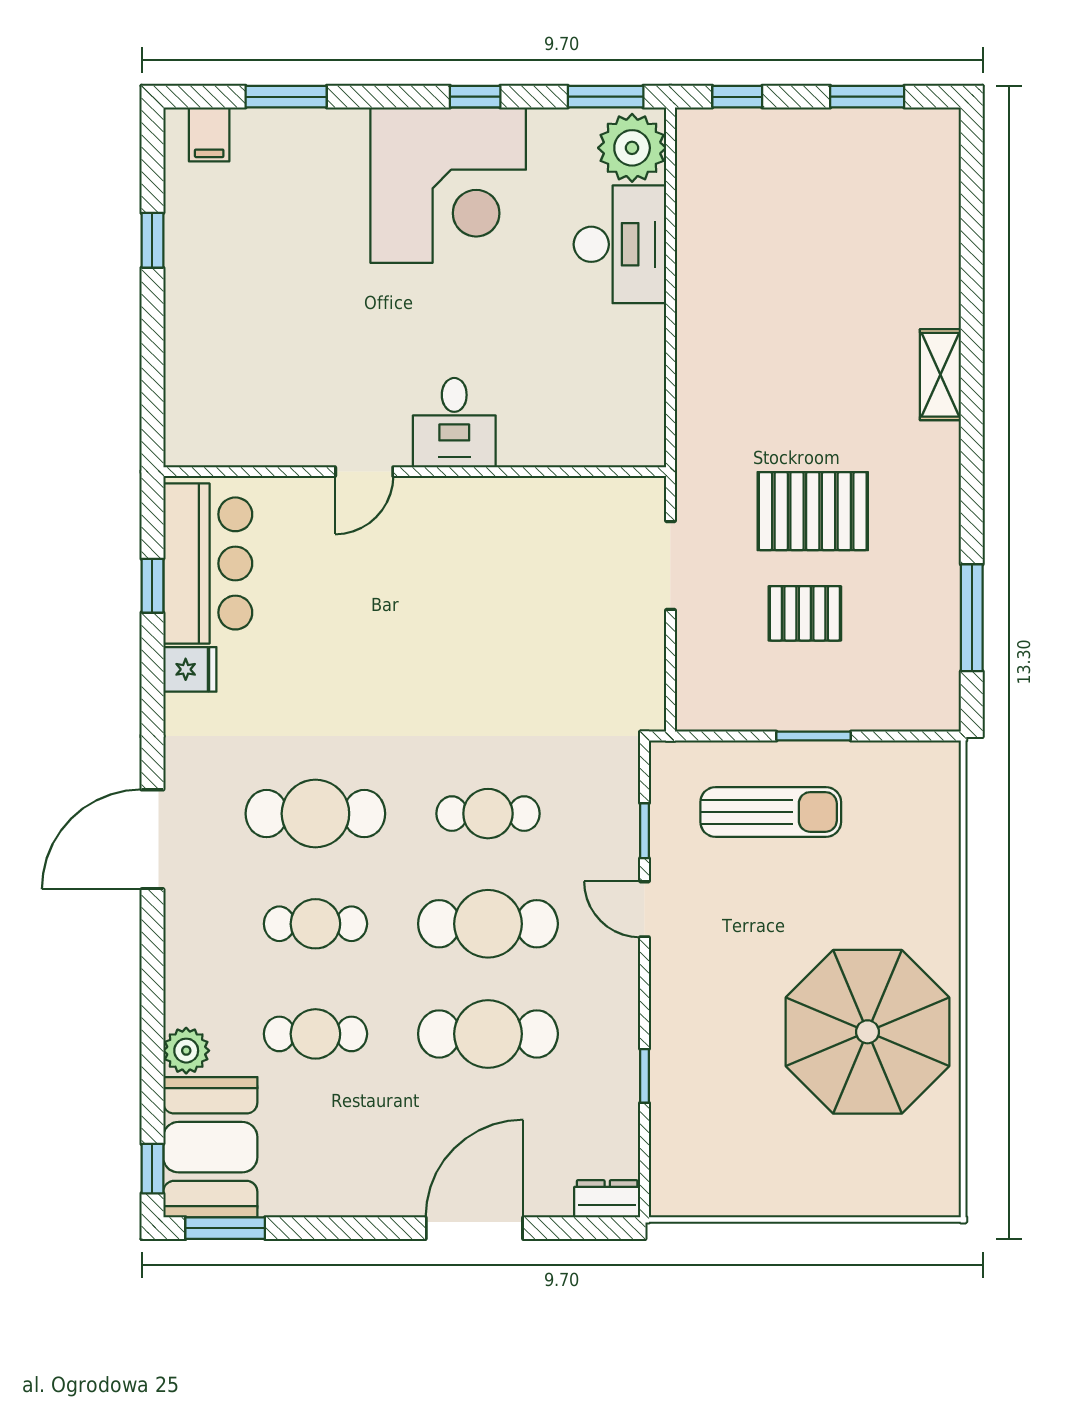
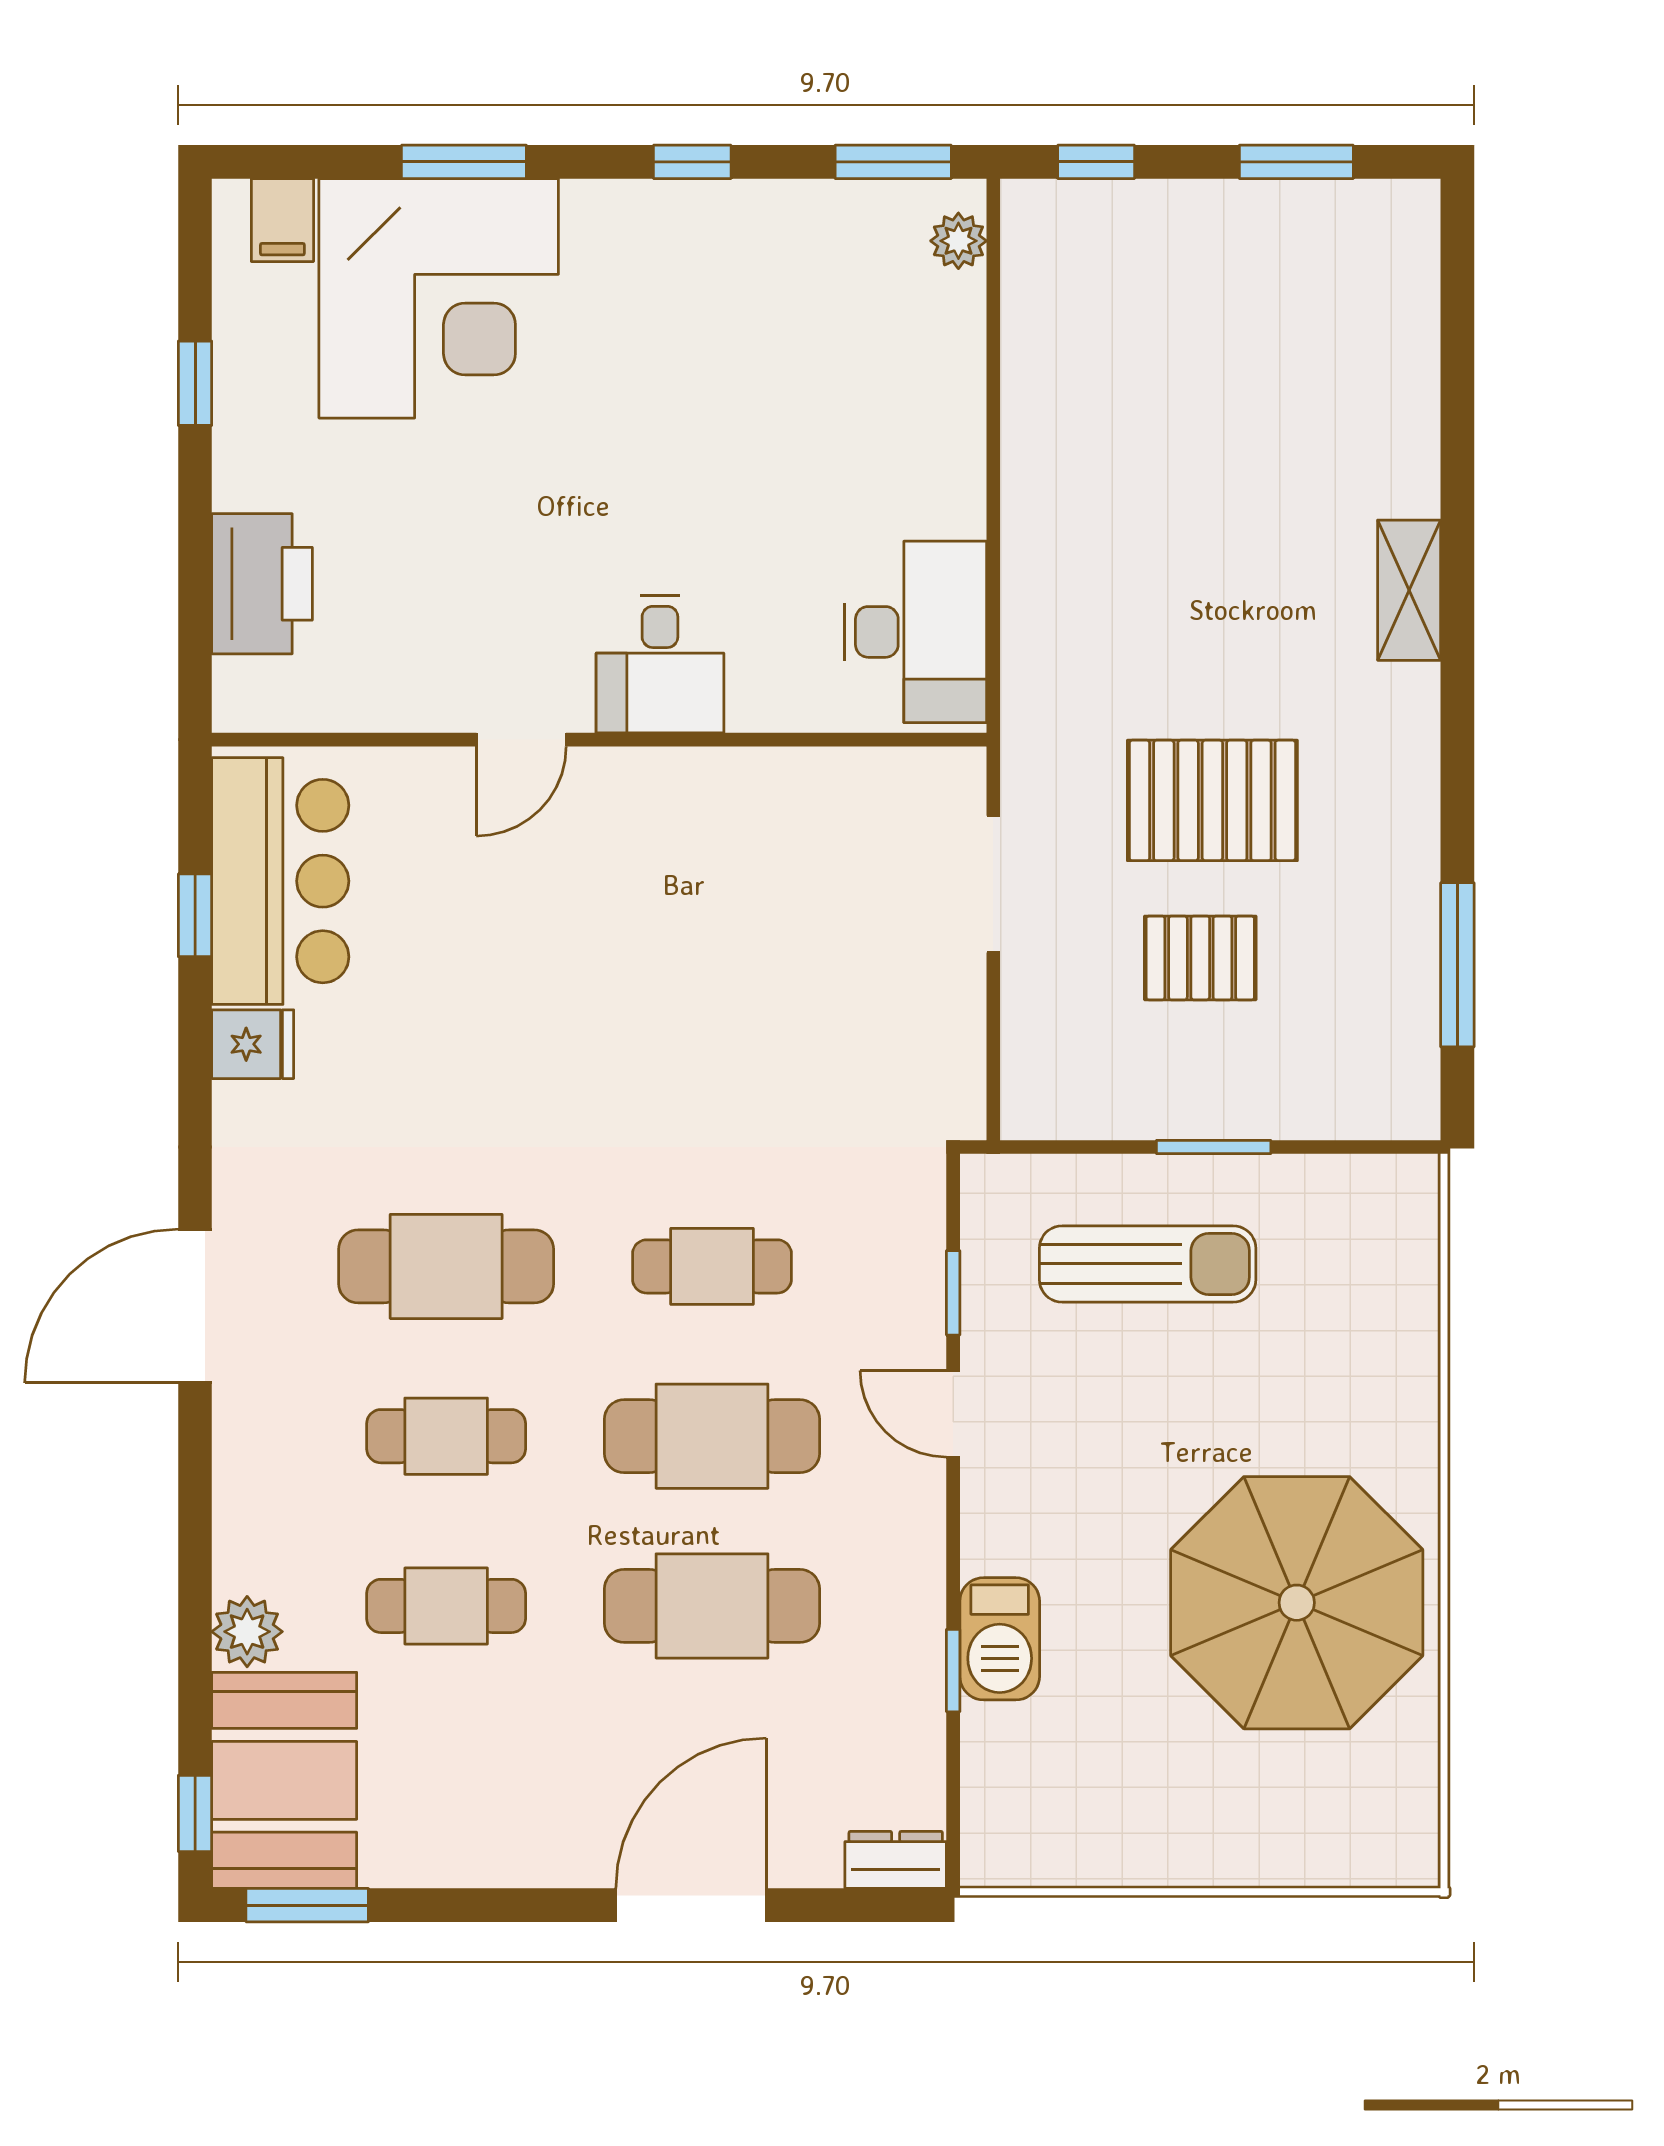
window: (286, 97) -> (464, 162), moved
plant: (632, 148) -> (958, 241), width x0.53, depth x0.53
corner desk: (448, 185) -> (439, 298), moved
desk: (620, 244) -> (915, 632), moved
printer: (196, 370) -> (262, 584), added
barbecue: (675, 1055) -> (1000, 1639), added

